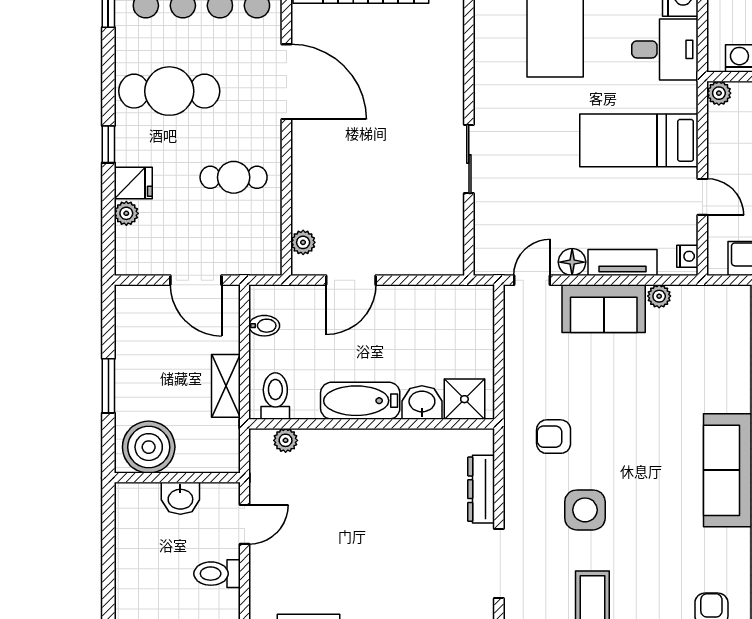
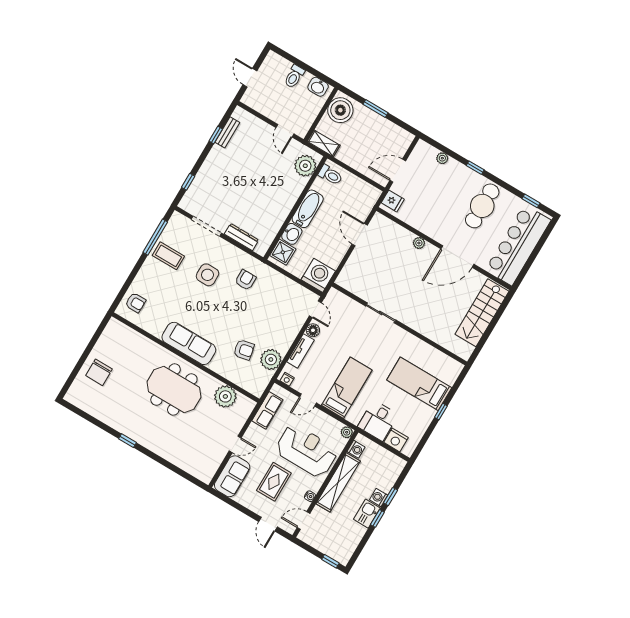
cafe table: (234, 177) -> (431, 211), removed
fridge: (133, 183) -> (393, 201), moved, turned -90
plant: (303, 242) -> (419, 243), moved
plant: (659, 296) -> (271, 359), width x1.88, depth x1.88
sofa: (604, 309) -> (286, 332), removed
washing machine: (468, 311) -> (318, 275), added
bidet: (264, 326) -> (362, 188), removed
armchair: (681, 365) -> (244, 350), added
shelving: (226, 386) -> (324, 143), moved
plant: (286, 440) -> (305, 166), width x1.88, depth x1.88
washbasin: (180, 498) -> (318, 87), moved, turned -90
toilet: (217, 574) -> (294, 76), moved, turned 180

